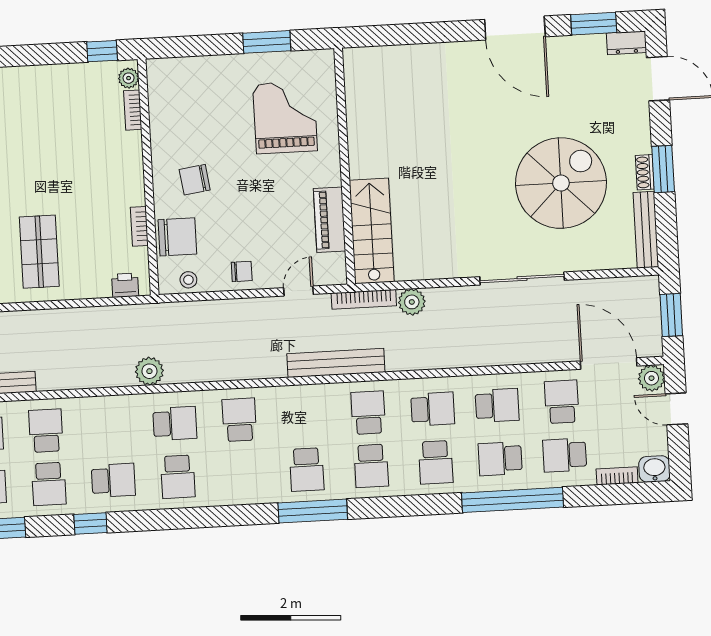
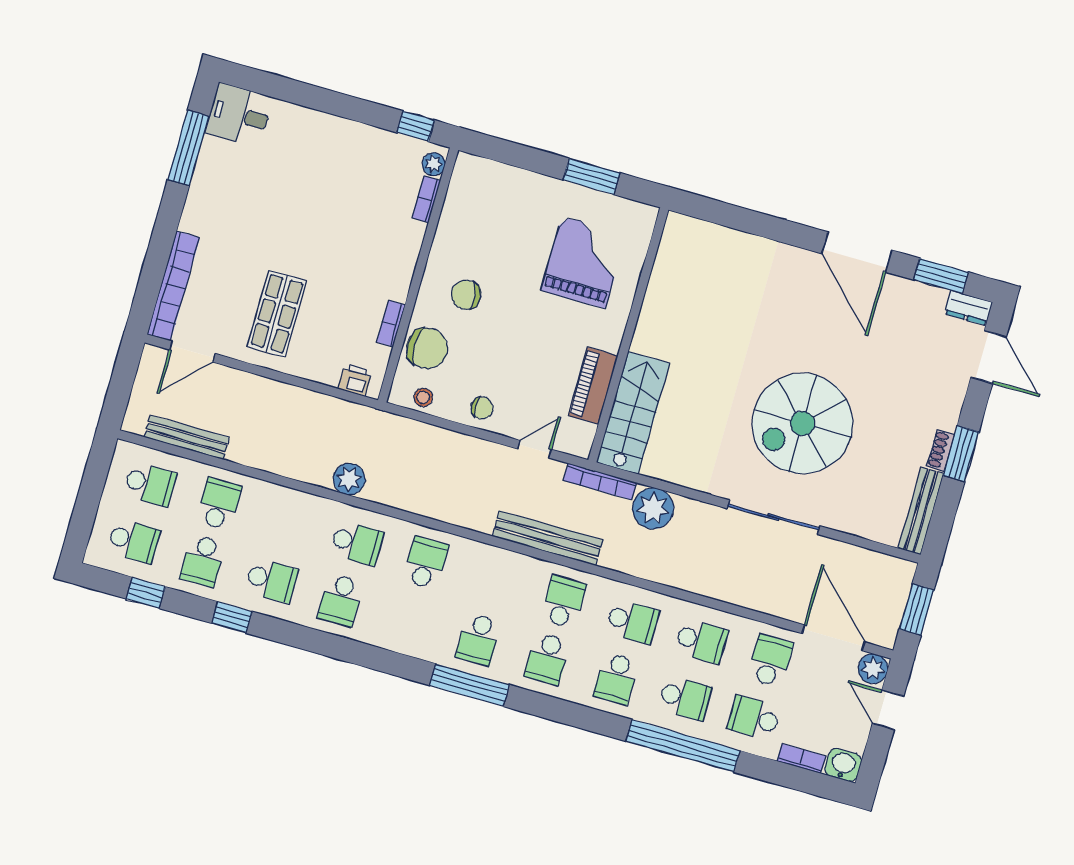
spiral stairs: (561, 183) -> (802, 423), moved, turned 180
plant: (412, 302) -> (653, 508), width x1.36, depth x1.36
school desk: (500, 459) -> (685, 698), turned 180

